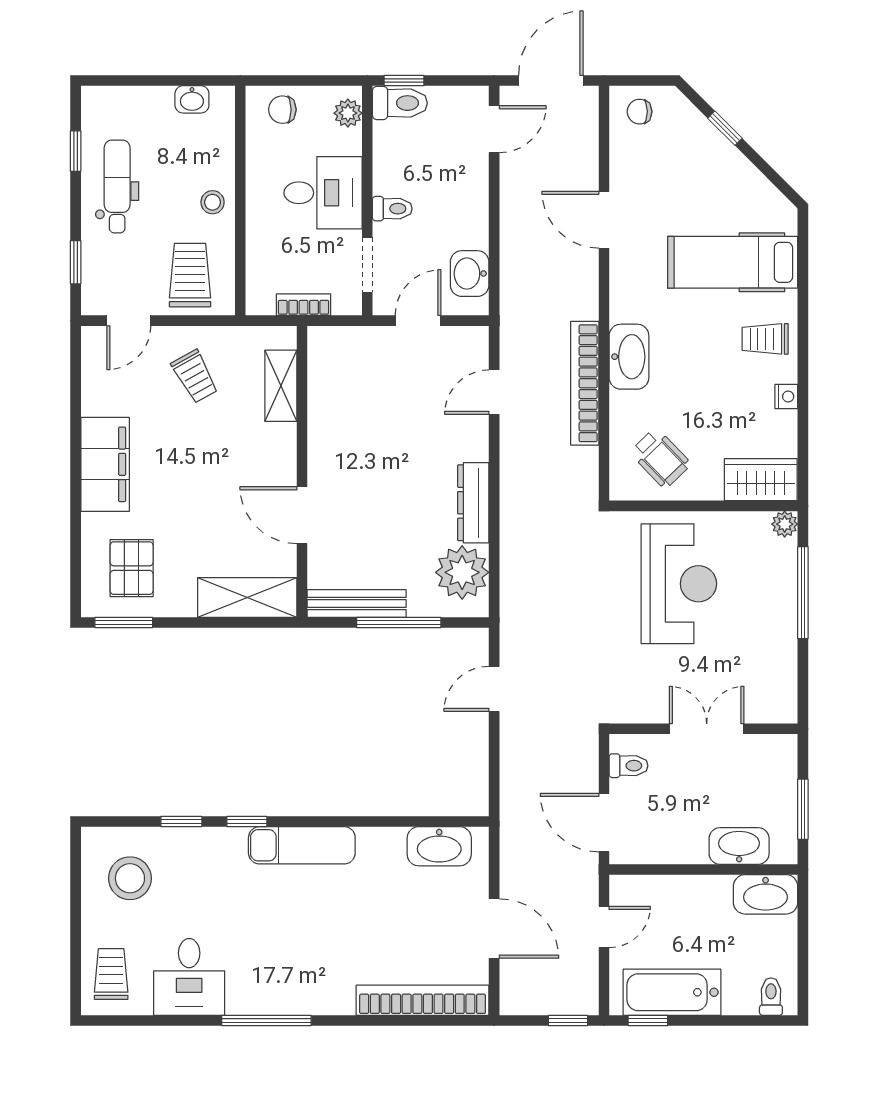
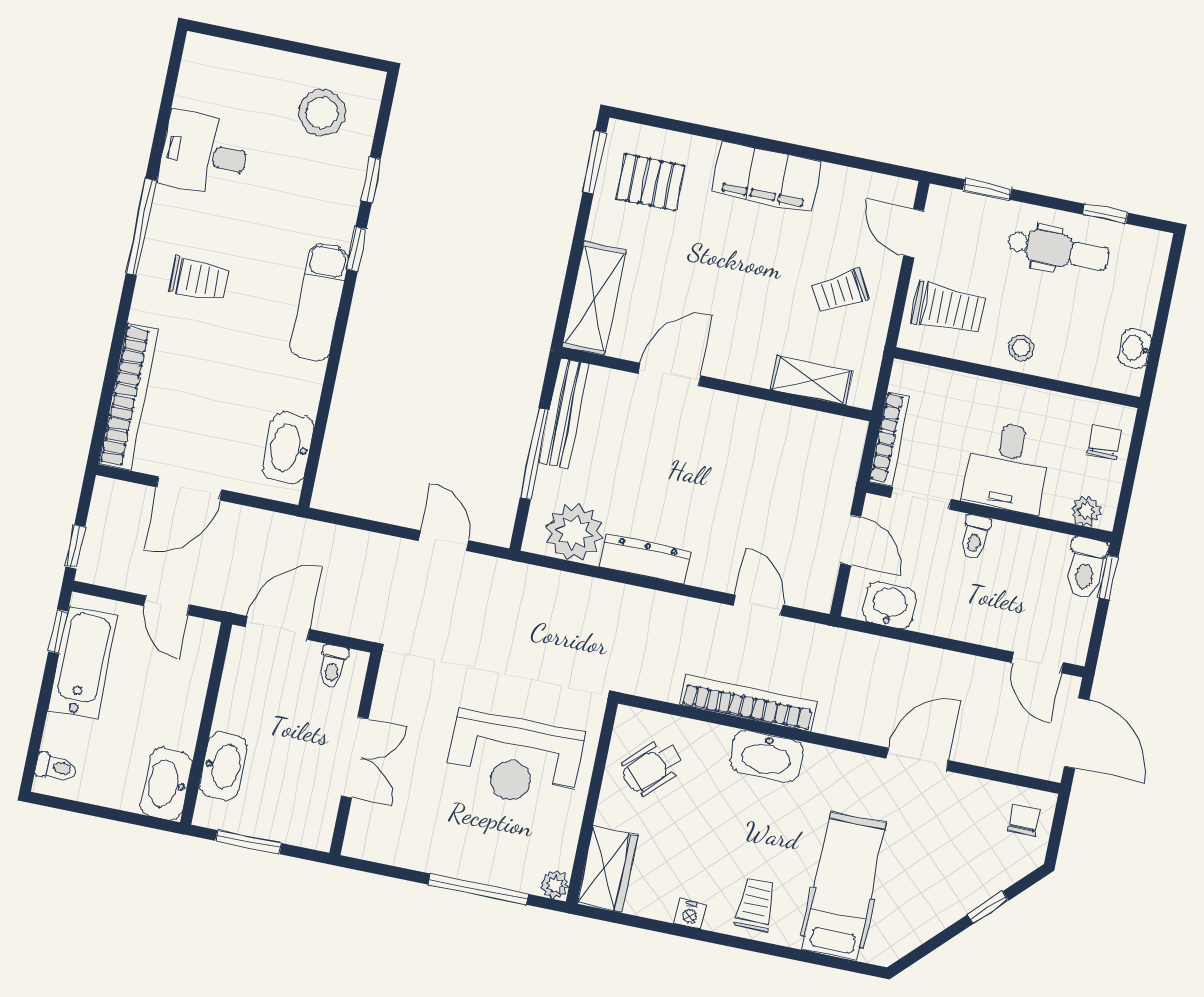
bookcase: (304, 305) -> (889, 438), width x1.56
trolley: (111, 974) -> (199, 279), moved

